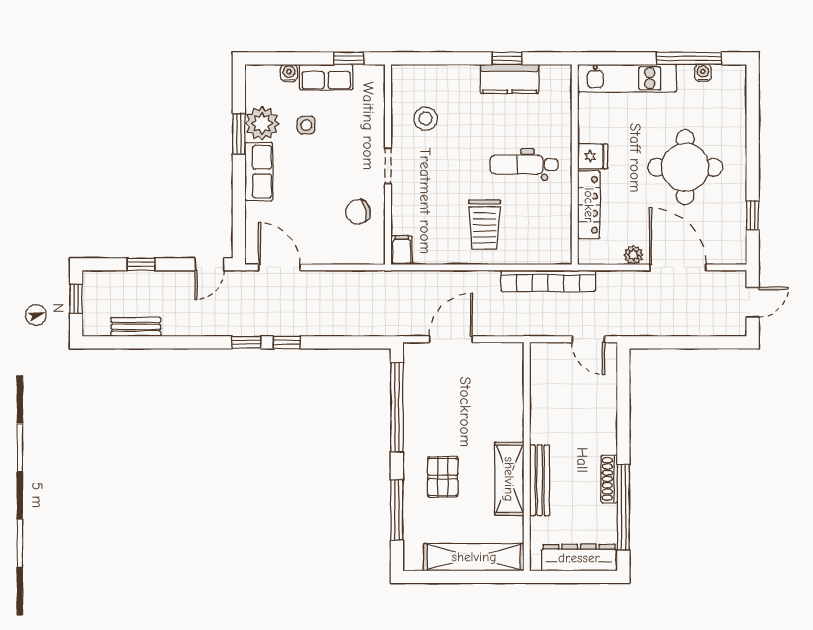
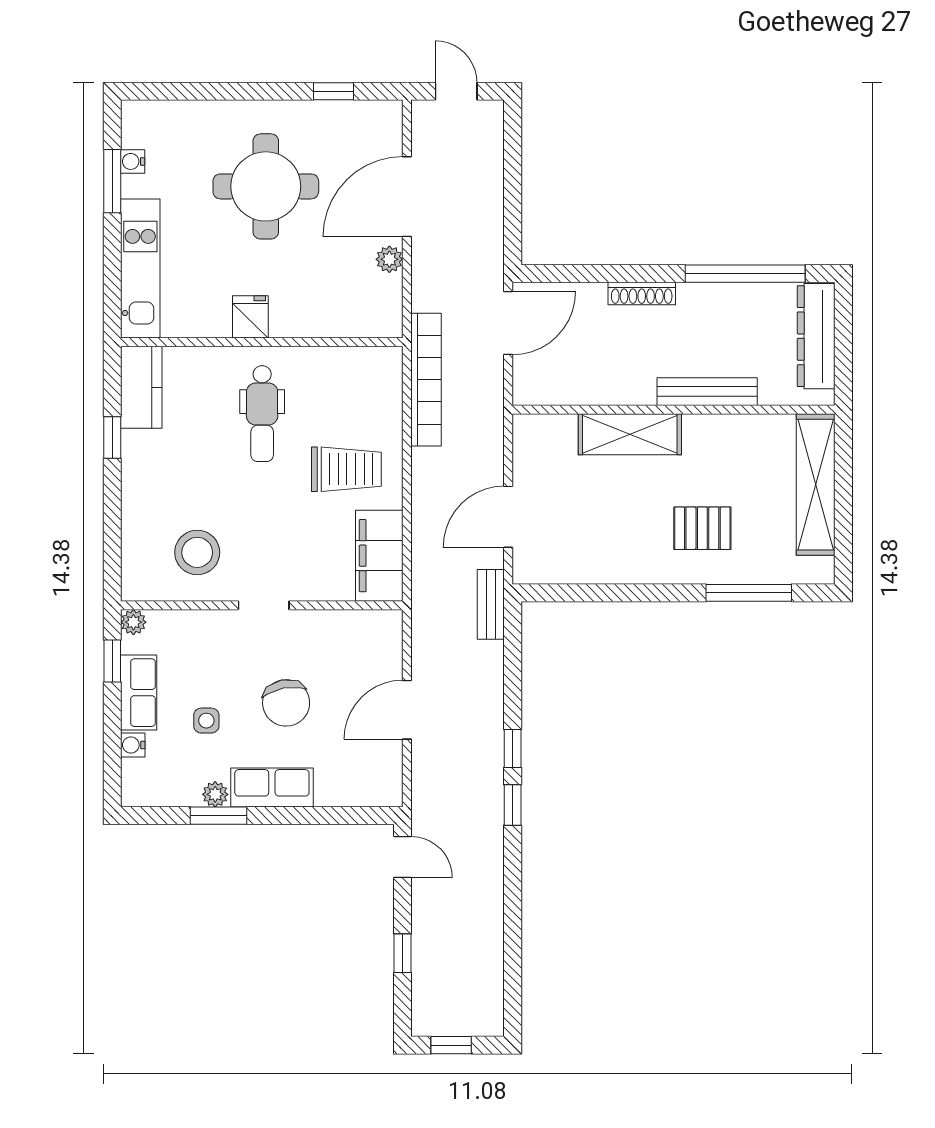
window: (689, 58) -> (112, 181), width x0.69
plant: (376, 73) -> (133, 622), added
kitchen counter: (510, 79) -> (141, 387), moved
stool: (426, 119) -> (197, 552), width x1.38, depth x1.38
plant: (262, 123) -> (215, 794), width x0.53, depth x0.53
locker: (589, 205) -> (319, 322), removed
chair: (358, 212) -> (286, 703), moved, width x1.37, depth x1.37
filing cabinet: (402, 250) -> (379, 556), width x3.00, depth x1.17
door: (279, 267) -> (407, 710), moved
bench: (136, 327) -> (491, 604), moved
door: (451, 339) -> (508, 517), hinge flipped
door: (588, 339) -> (508, 323), width x1.38
window: (397, 407) -> (604, 593), removed
shelving: (509, 479) -> (630, 434), moved
shoe rack: (609, 479) -> (642, 293), moved

